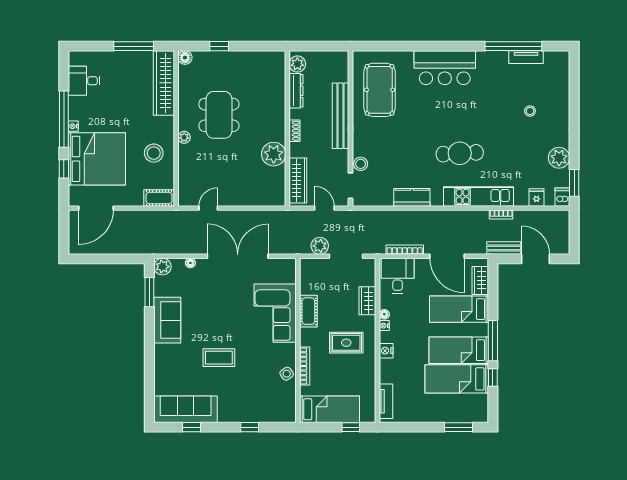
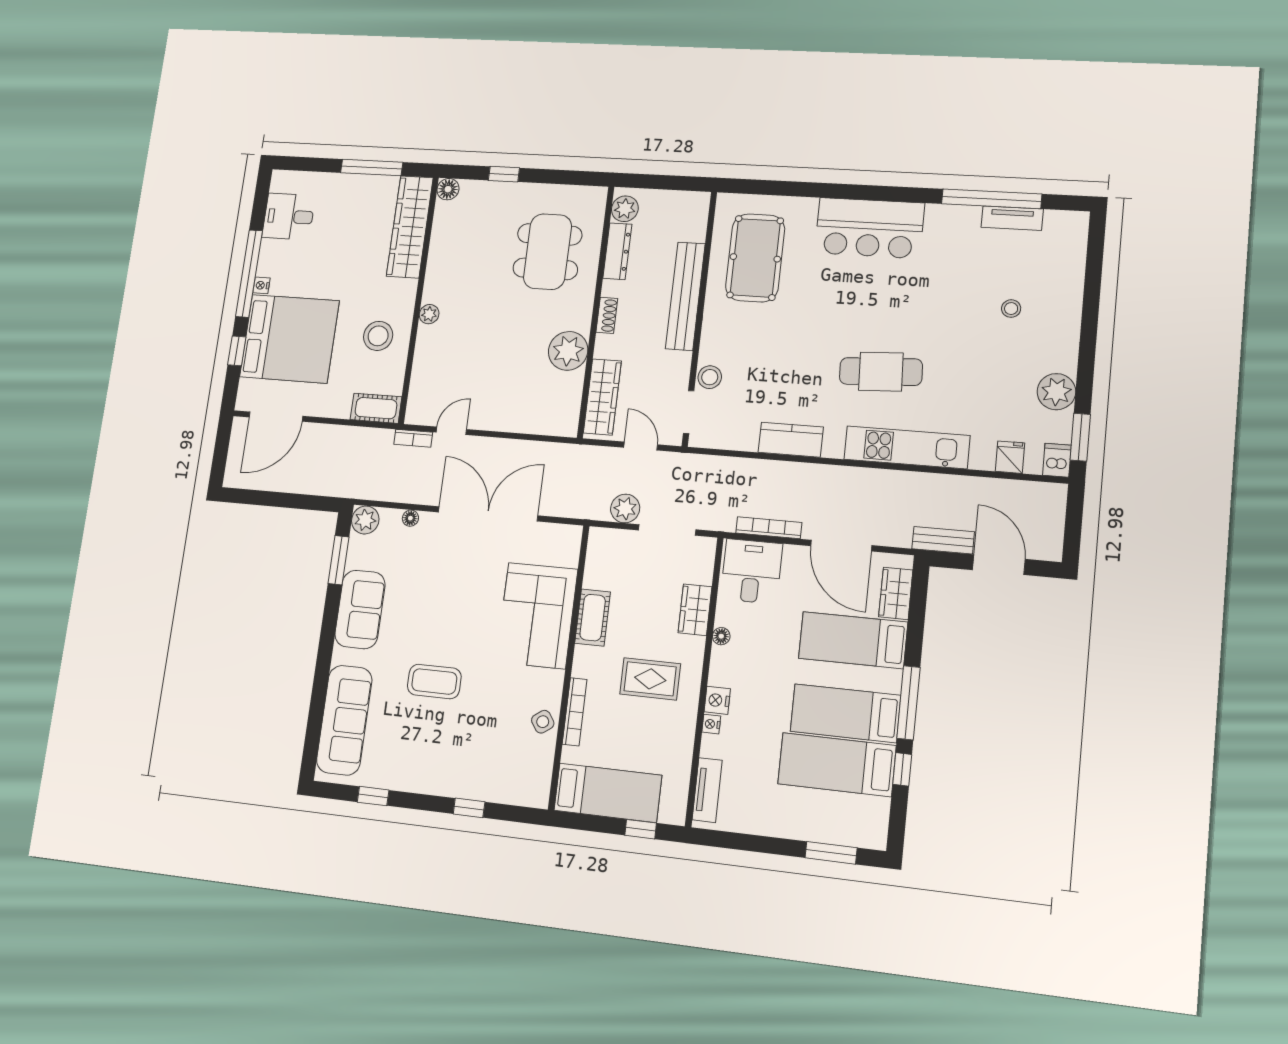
dining table: (219, 115) -> (548, 252), moved
bookcase: (501, 215) -> (413, 438), moved
nightstand: (384, 326) -> (711, 724), moved
sofa: (186, 409) -> (344, 720), moved, turned 90

